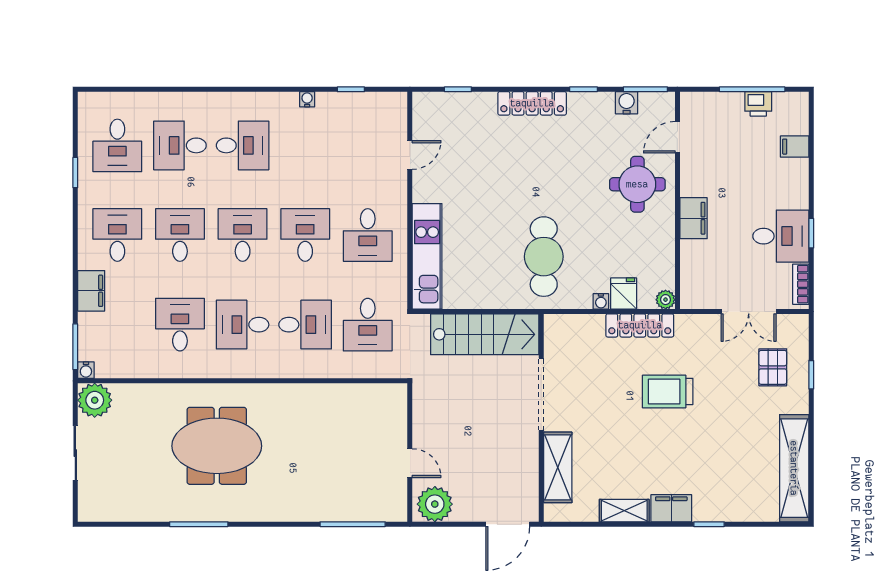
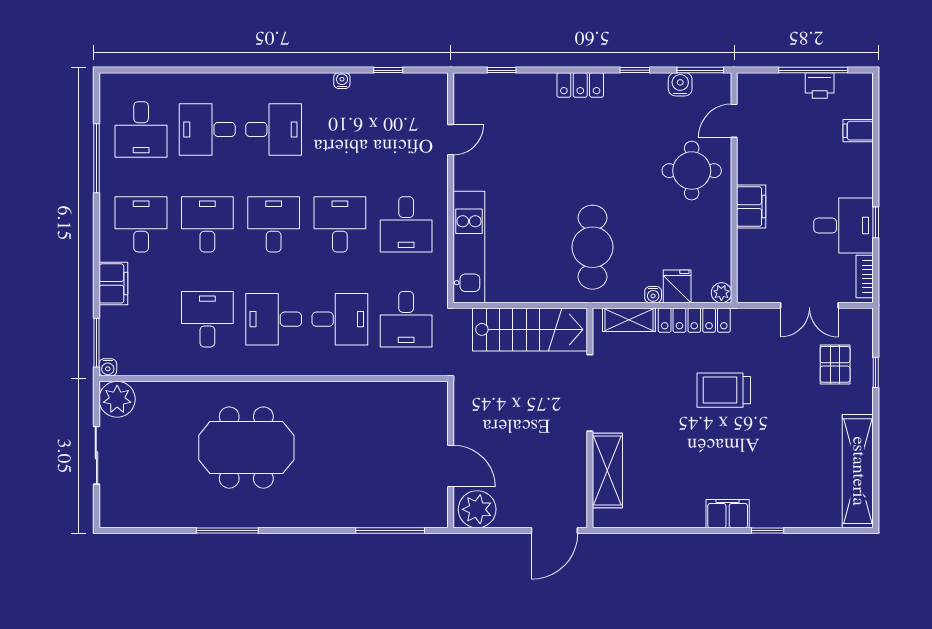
locker: (532, 103) -> (580, 85), width x0.66
window: (75, 173) -> (96, 158), width x2.17
door: (410, 463) -> (451, 466), width x1.38
shelving: (624, 511) -> (629, 320), moved

